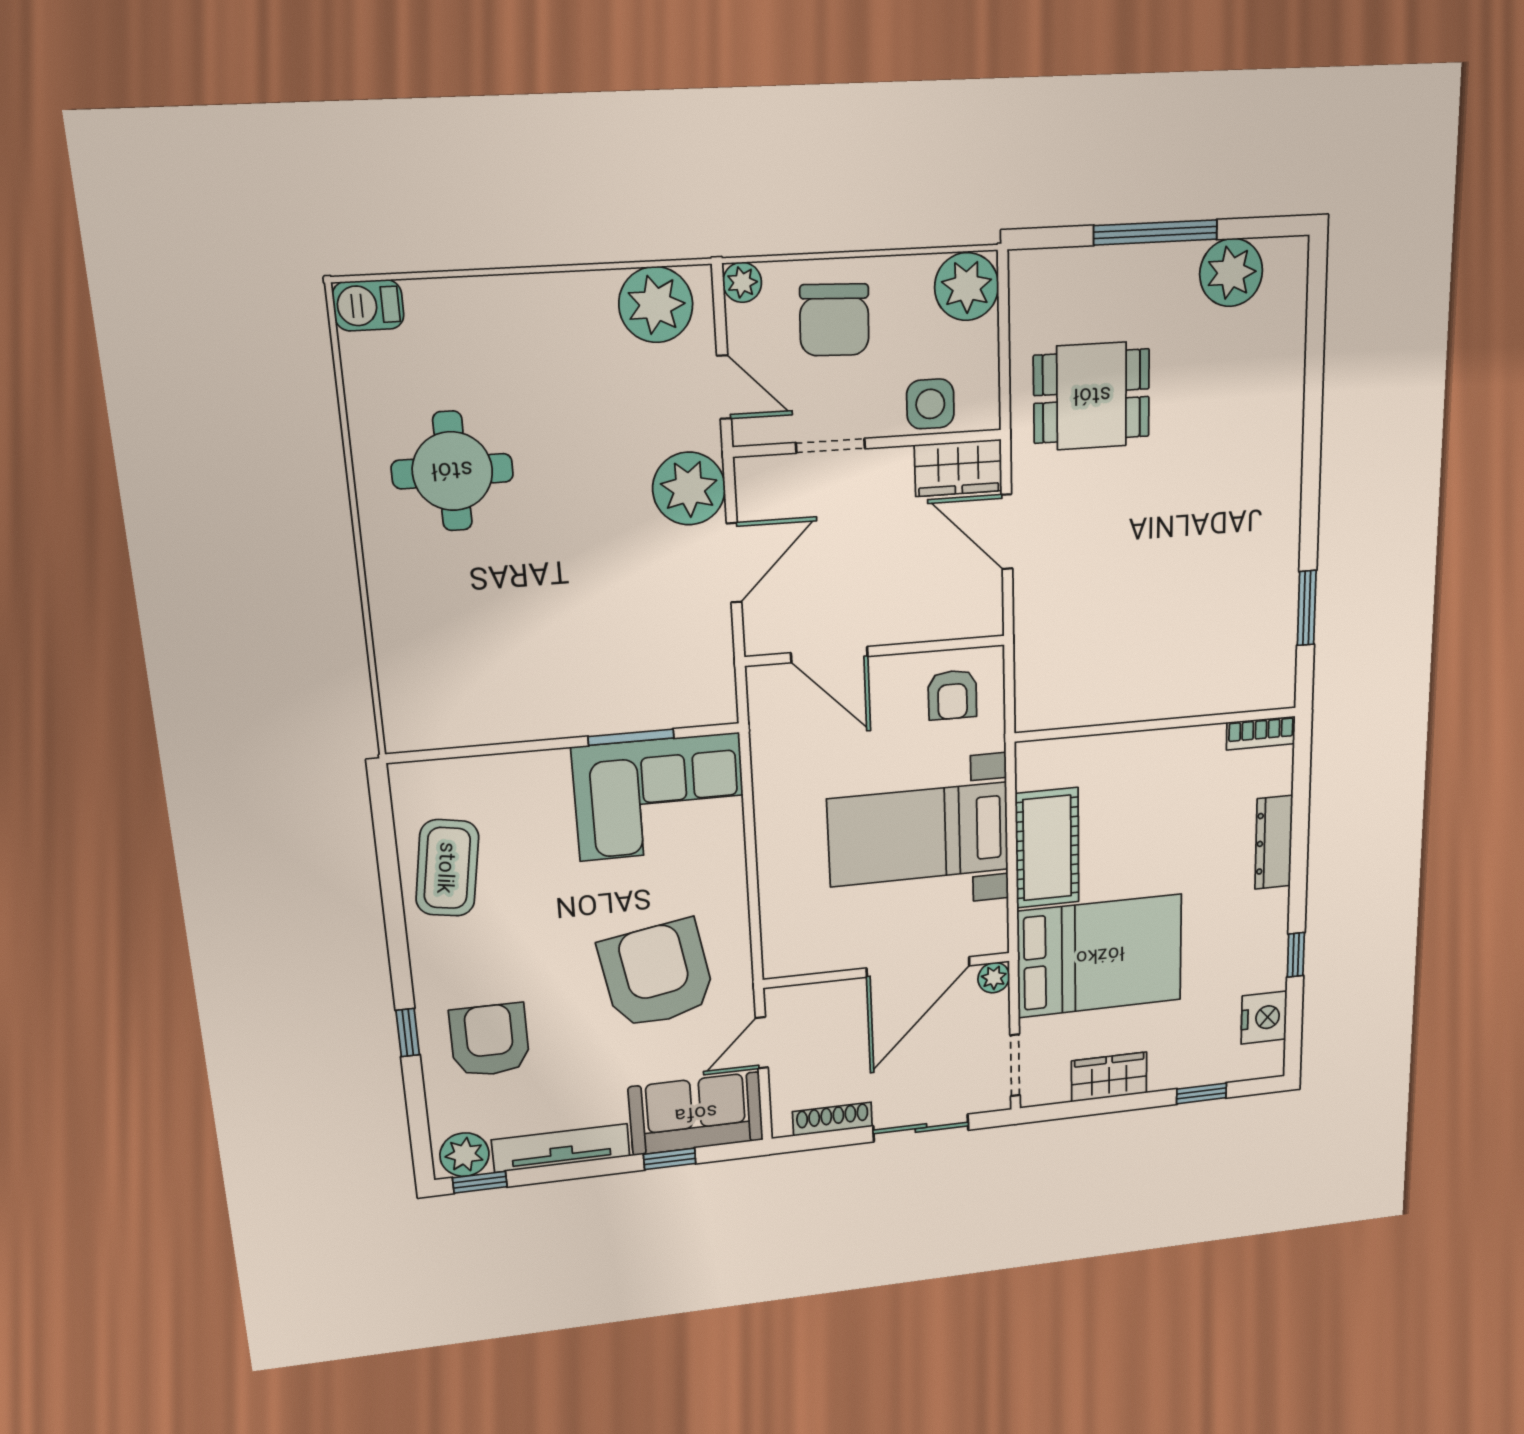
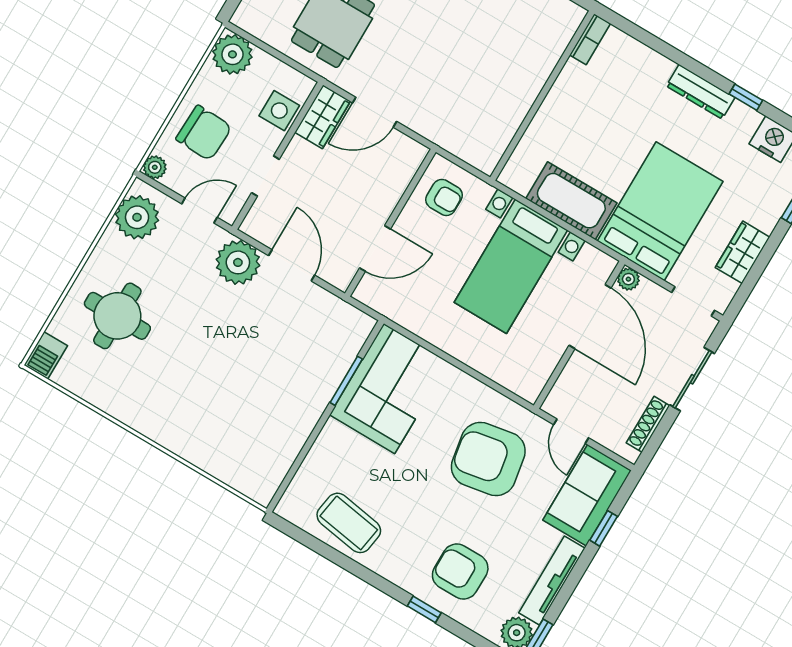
round table: (452, 471) -> (117, 316), moved
dresser: (1274, 843) -> (701, 92), moved

